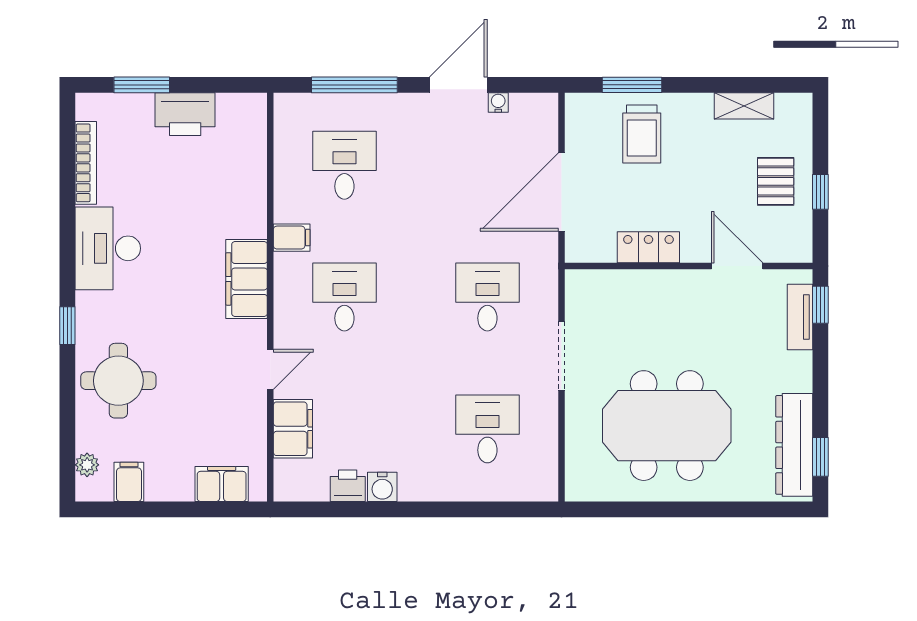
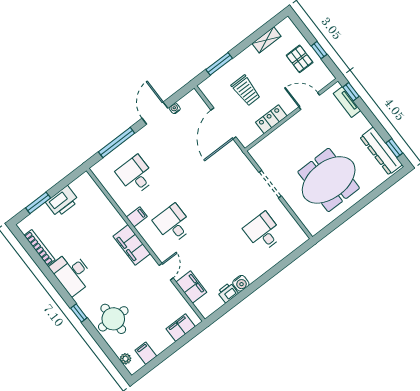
trolley: (642, 134) -> (246, 90), moved
desk: (487, 297) -> (226, 183), removed

